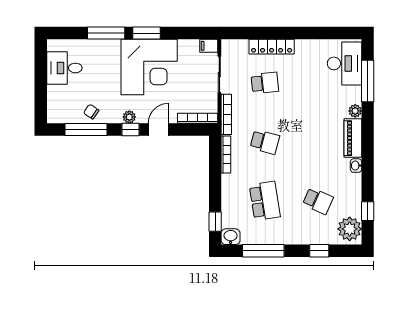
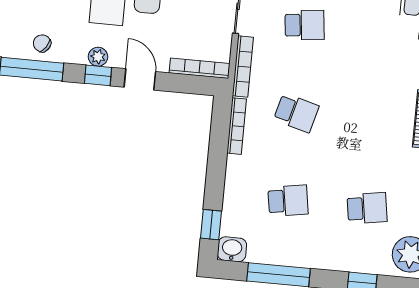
door: (159, 129) -> (140, 79), hinge flipped
school desk: (265, 201) -> (288, 201), width x0.54
school desk: (318, 201) -> (367, 208), turned -33

